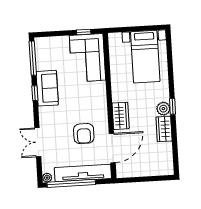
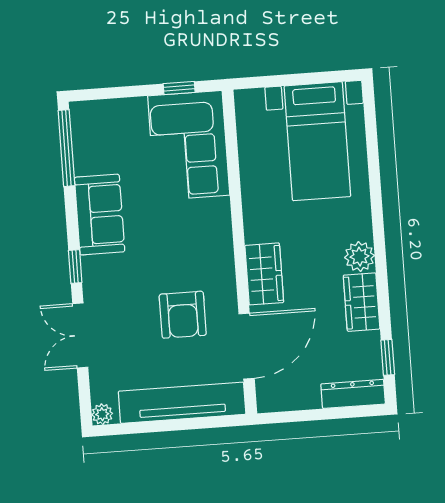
window: (35, 93) -> (75, 267), moved
window: (173, 106) -> (388, 357), moved
dresser: (160, 170) -> (353, 394), added
window: (71, 183) -> (156, 426), removed

